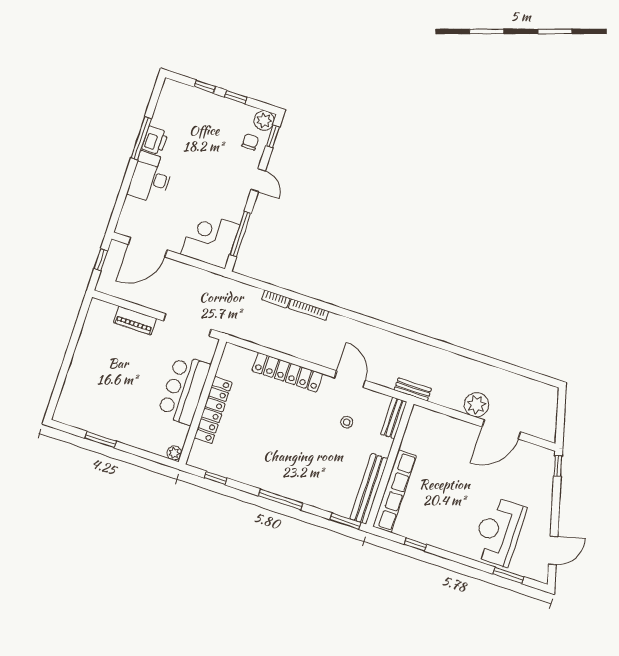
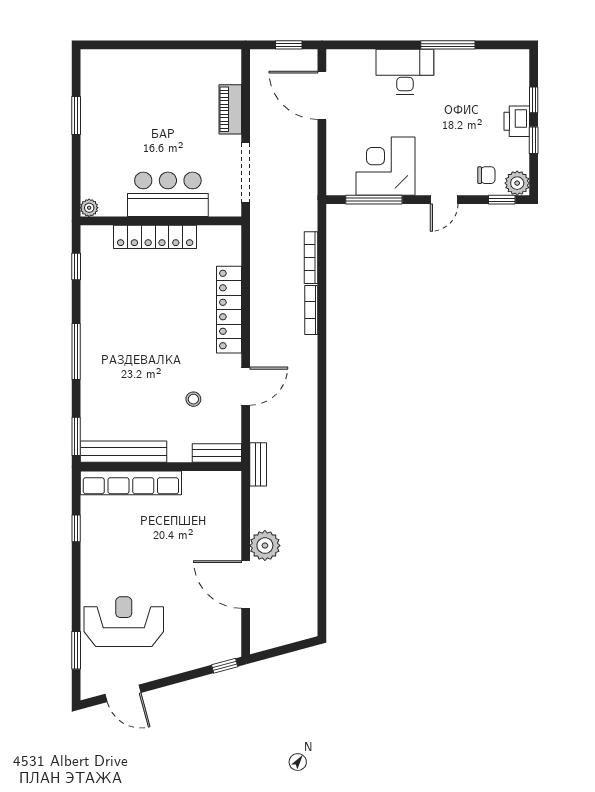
printer: (155, 140) -> (517, 121), moved, turned 90
corner desk: (210, 239) -> (385, 166), moved, turned -90
bookcase: (276, 299) -> (311, 258), width x1.56

